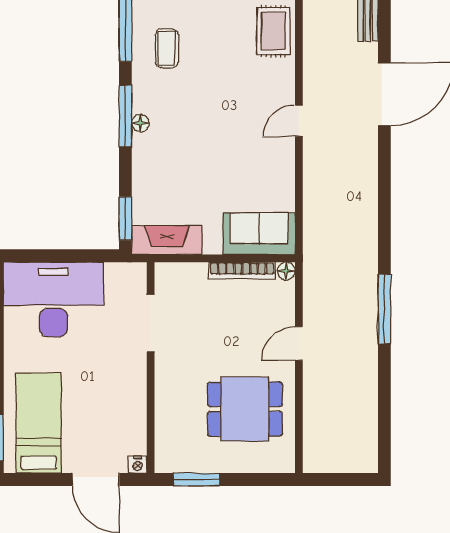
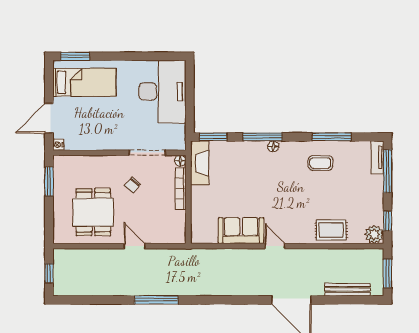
window: (125, 116) -> (263, 137), moved
sofa: (259, 234) -> (241, 231), moved, turned -90
bookcase: (242, 271) -> (180, 188), moved
floor lamp: (286, 271) -> (180, 161), moved
chair: (202, 347) -> (133, 185), added
window: (342, 479) -> (49, 273), added

